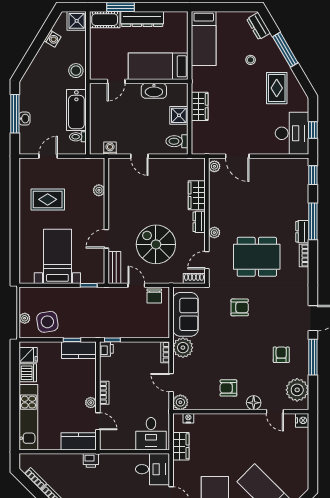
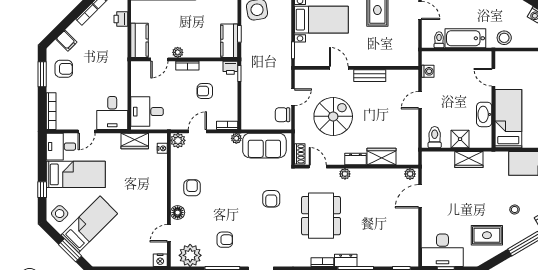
plant: (99, 190) -> (386, 60), removed
bench: (114, 267) -> (370, 76), moved
plant: (183, 348) -> (236, 138), width x0.53, depth x0.53
armchair: (130, 375) -> (205, 91), added
printer: (91, 460) -> (121, 19), moved

